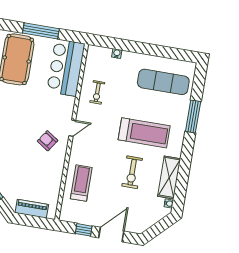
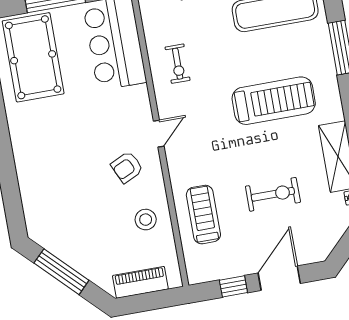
armchair: (48, 141) -> (127, 167), turned -59
exercise bike: (132, 172) -> (273, 194), moved, turned -90
stool: (48, 174) -> (146, 220), added

